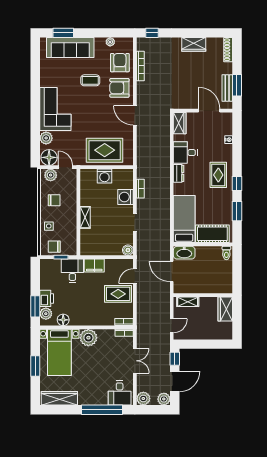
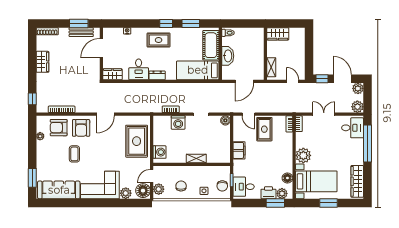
sofa: (70, 48) -> (59, 190), moved, turned -90
washing machine: (104, 176) -> (160, 152), moved
washbasin: (184, 253) -> (228, 56), moved
desk: (72, 271) -> (244, 187), moved

